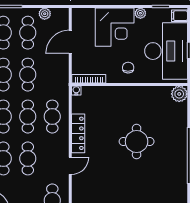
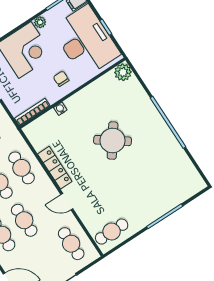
water cooler: (76, 90) -> (60, 109), moved
round table: (137, 142) -> (113, 141), turned 36
door: (70, 166) -> (67, 202), swing flipped

